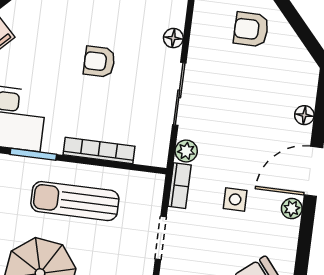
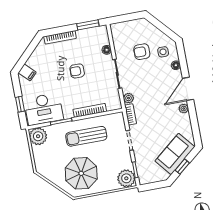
armchair: (251, 29) -> (142, 52), moved
side table: (235, 199) -> (163, 52), moved

